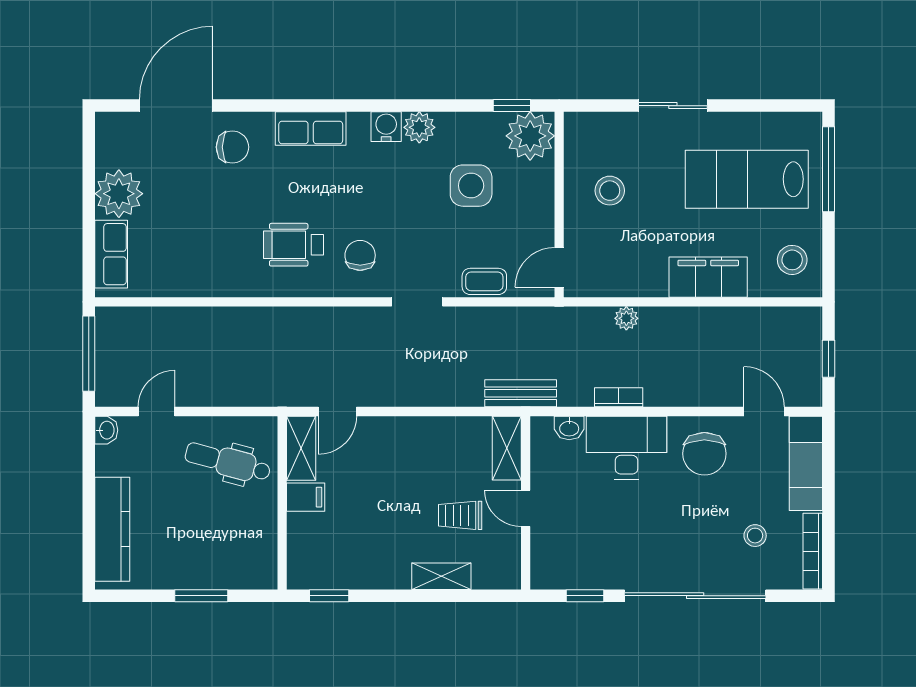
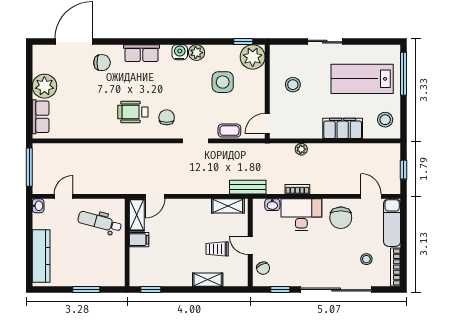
shelving: (507, 448) -> (228, 206), moved, turned 90
chair: (551, 553) -> (263, 268), added

